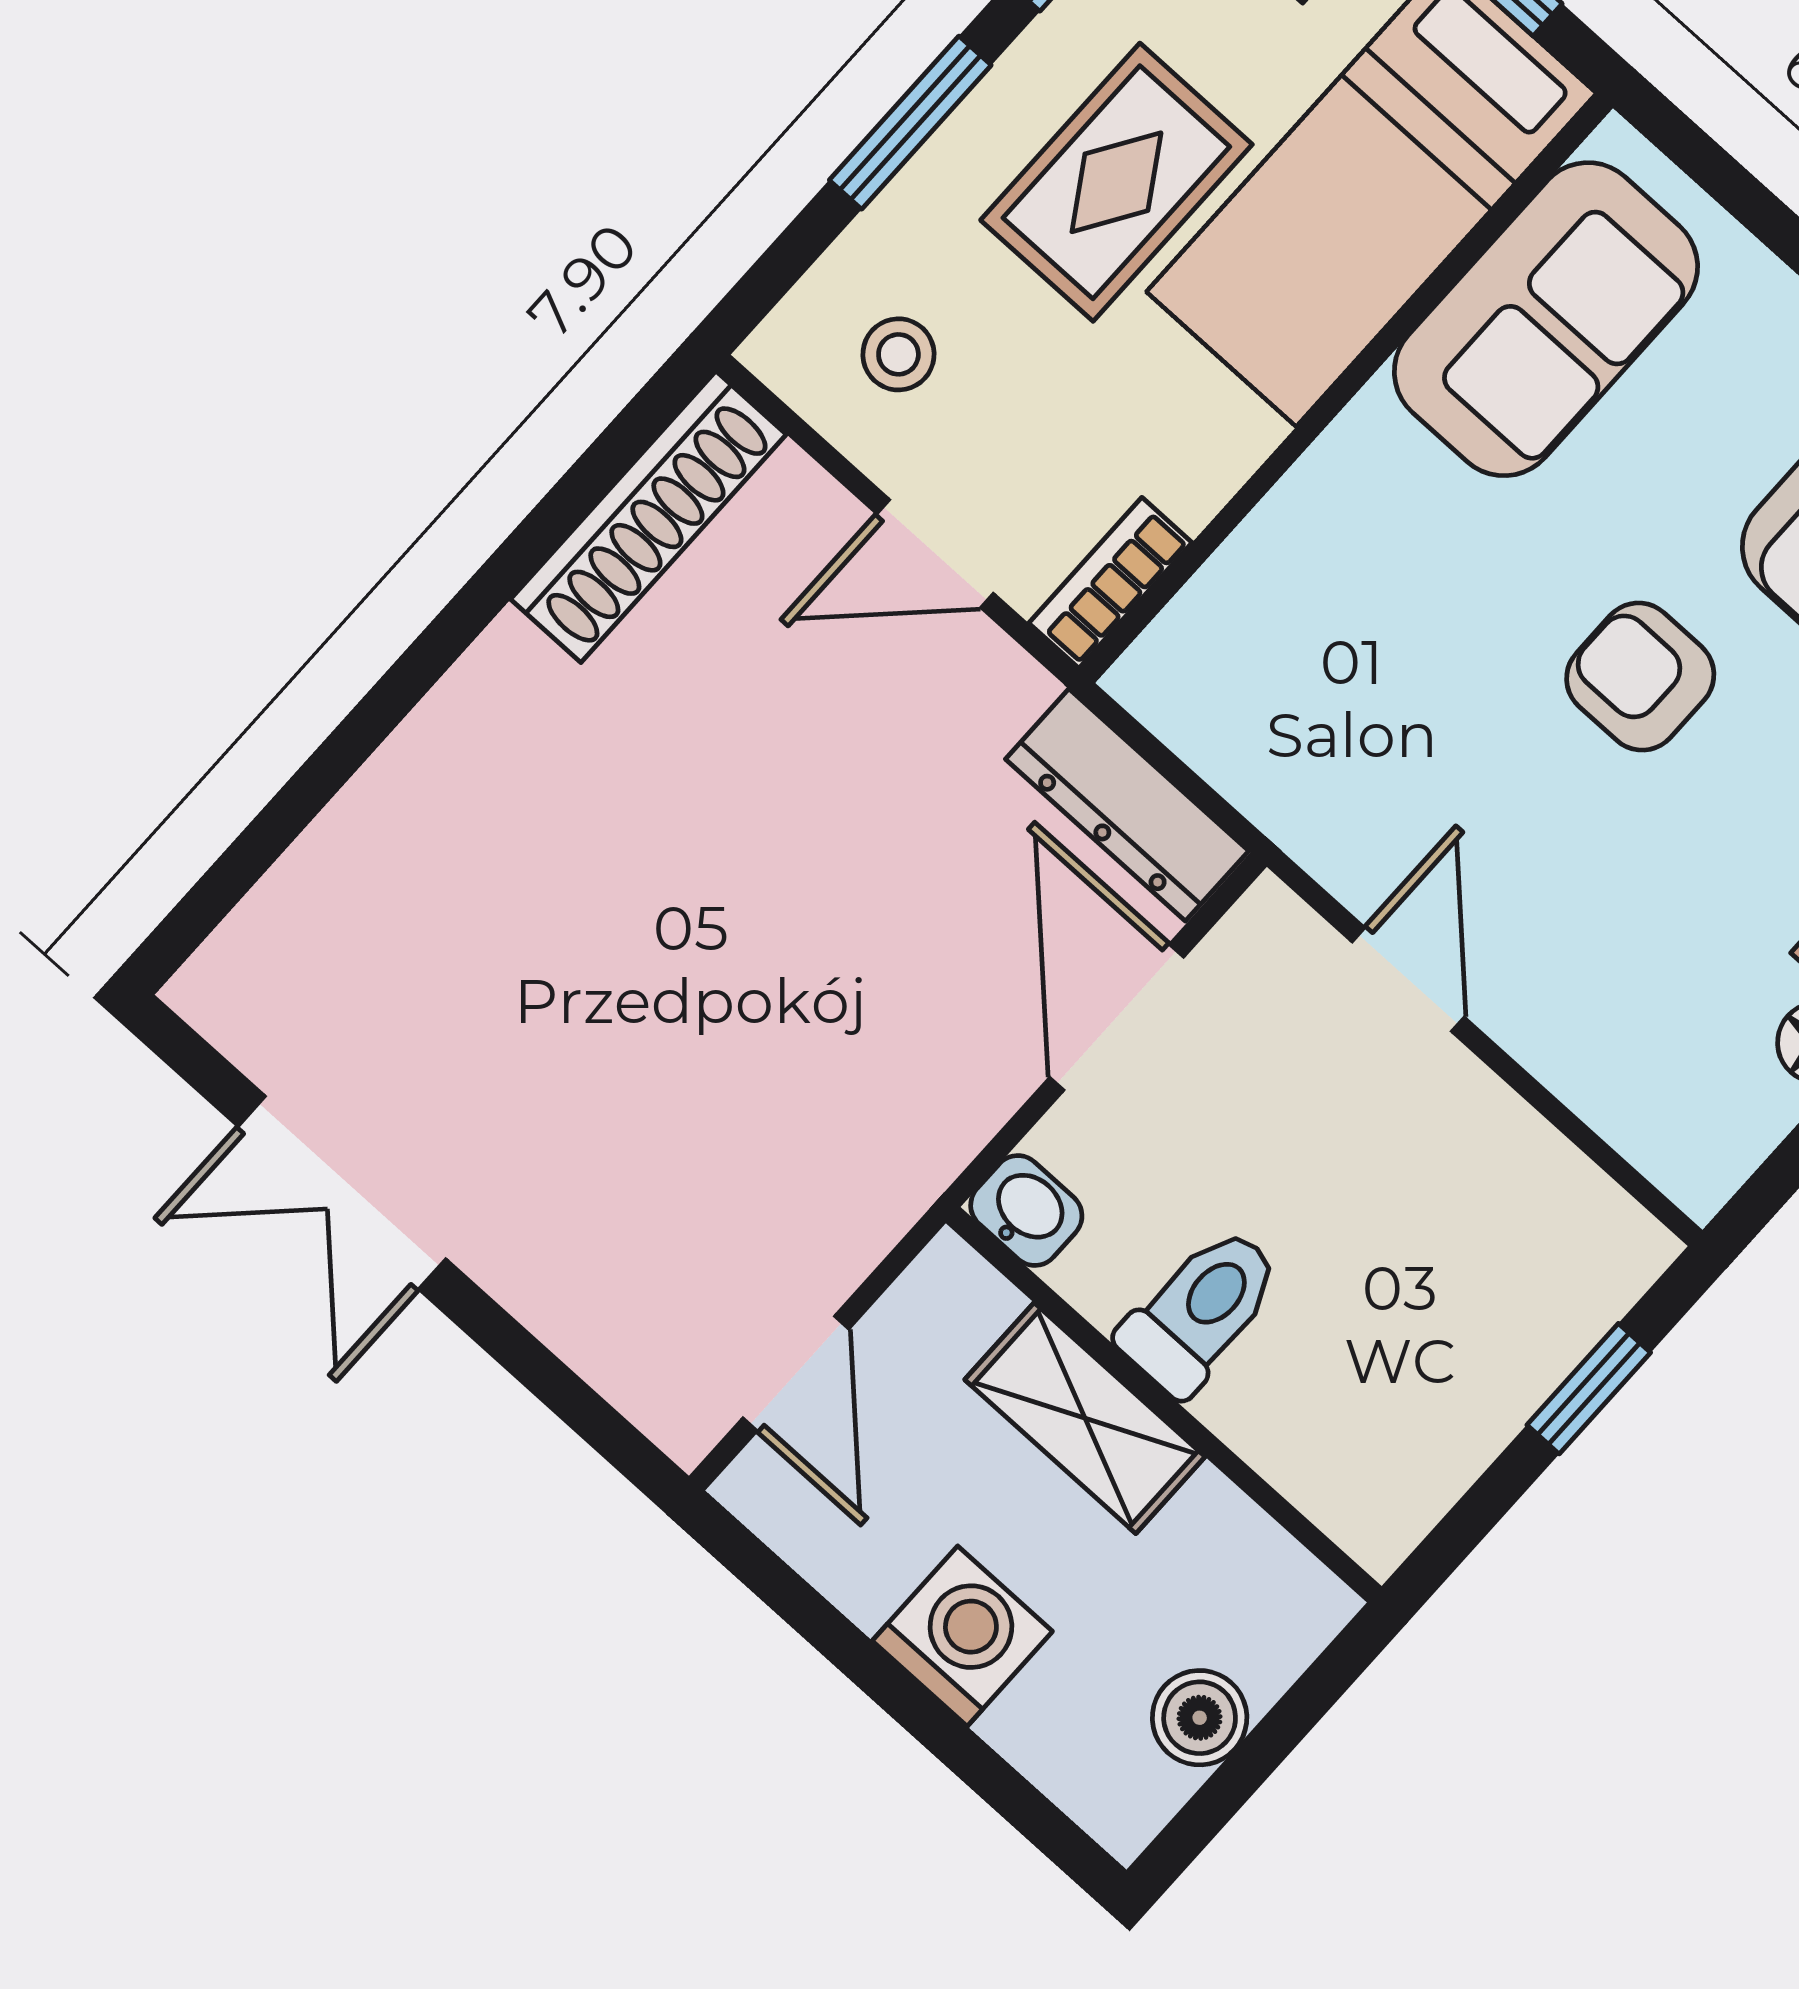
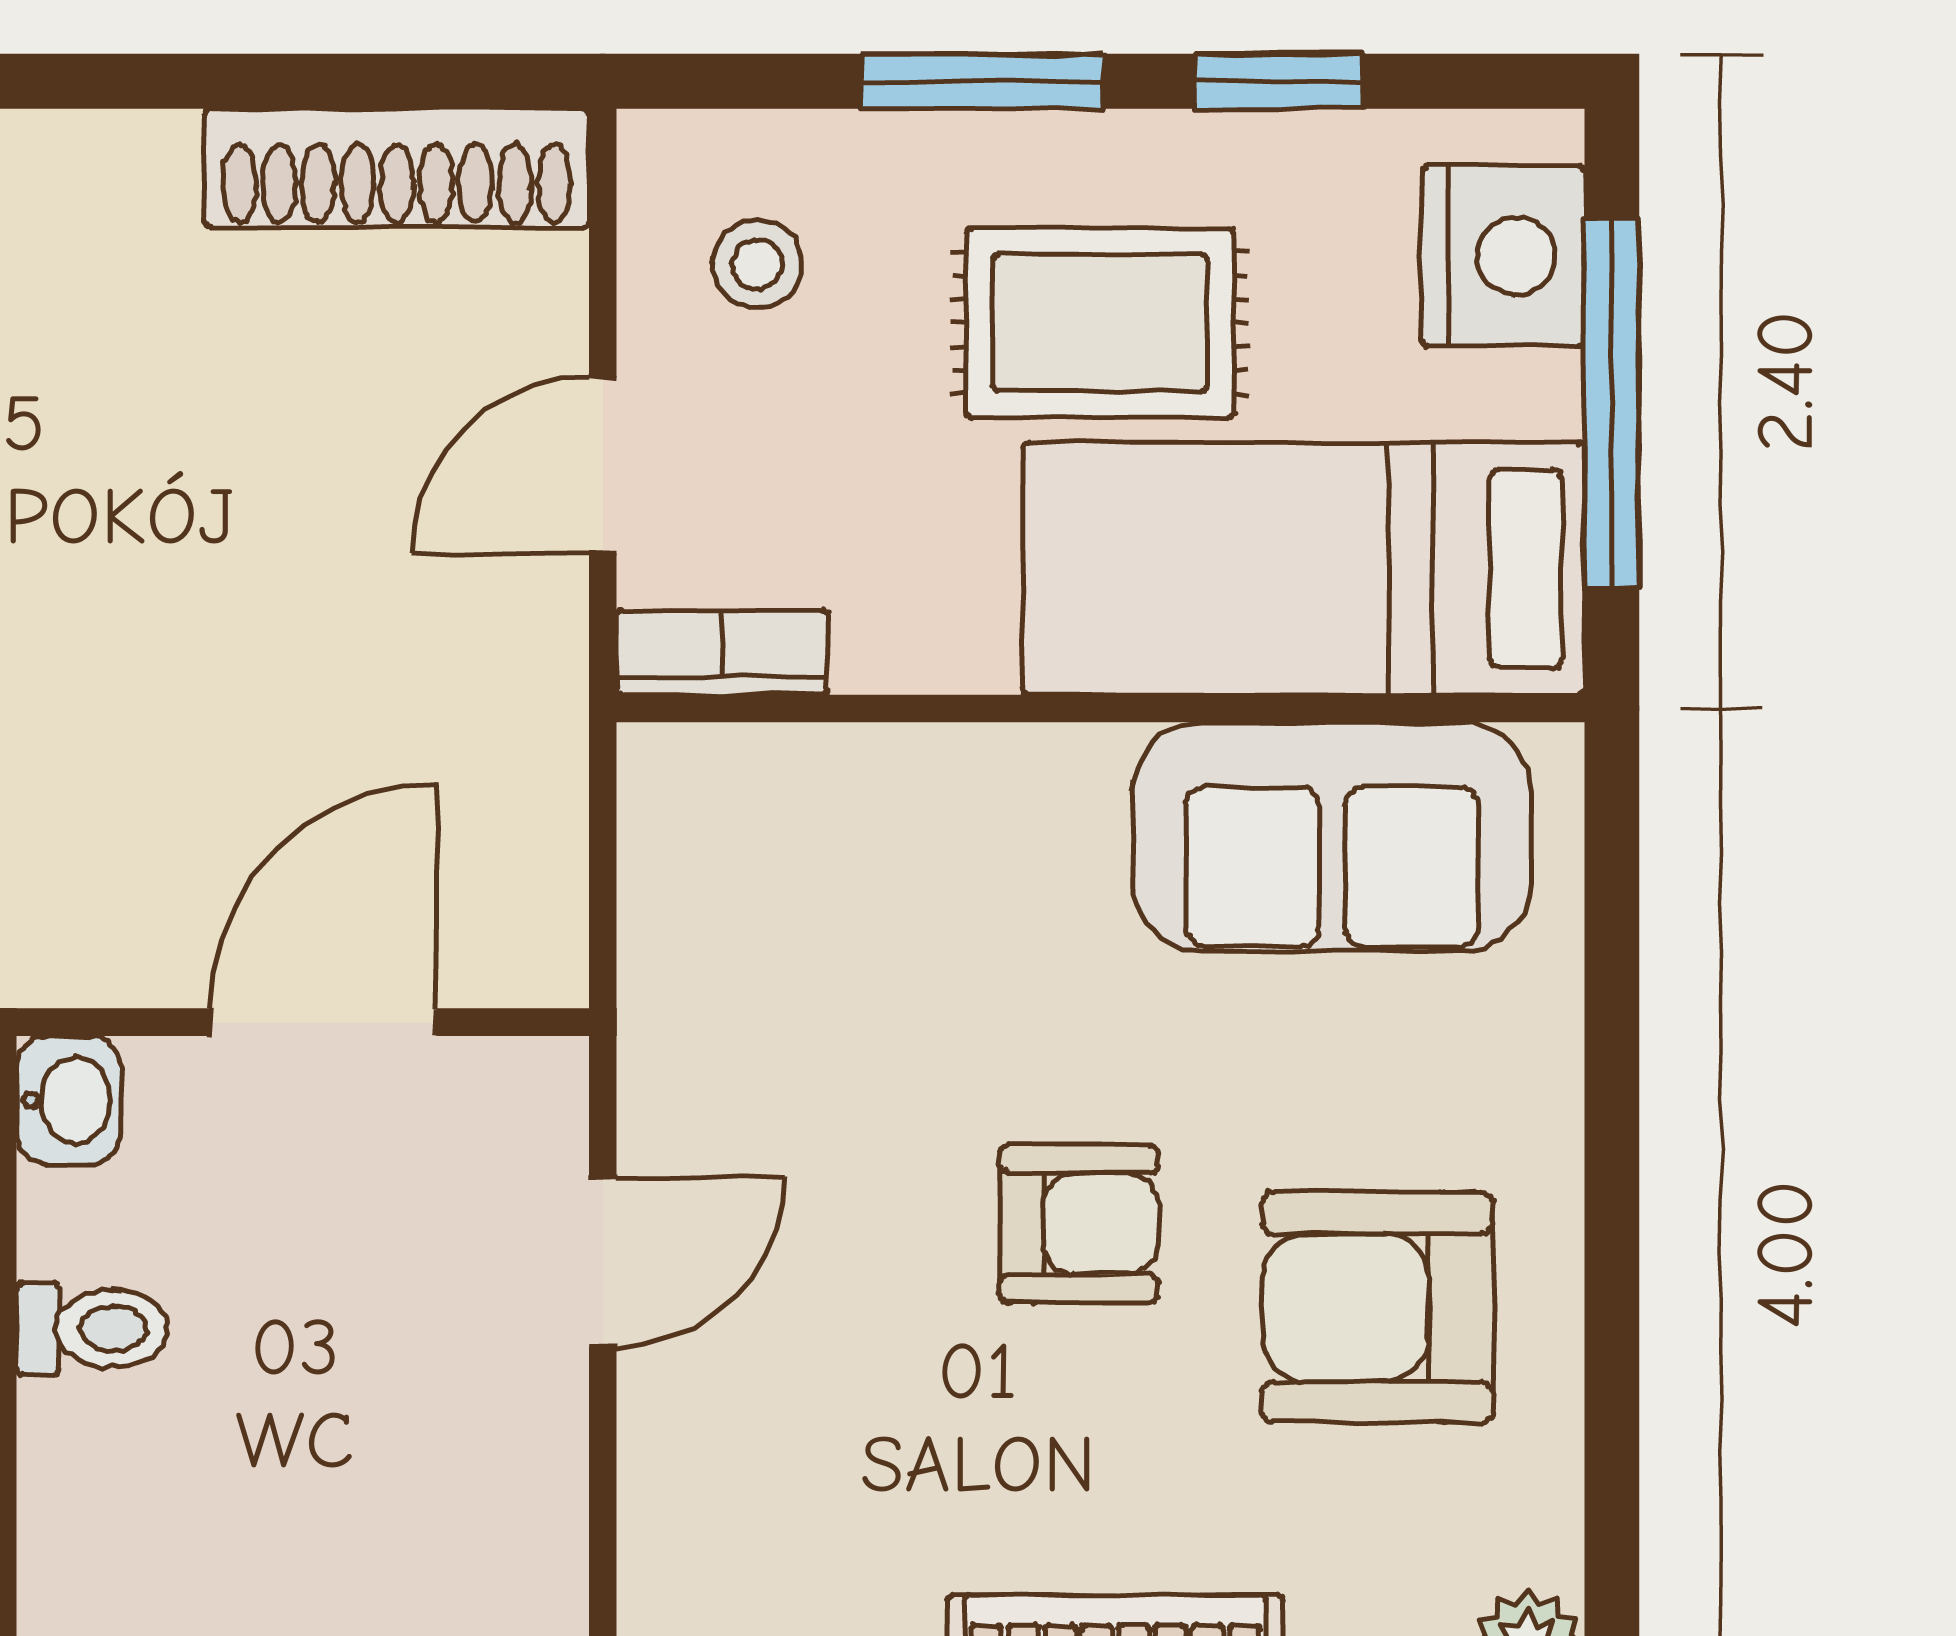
door: (935, 554) -> (603, 465), hinge flipped
armchair: (1640, 677) -> (1079, 1224), turned 90
dresser: (1127, 805) -> (530, 854), removed
toilet: (1201, 1311) -> (92, 1329), width x0.73, depth x0.72

